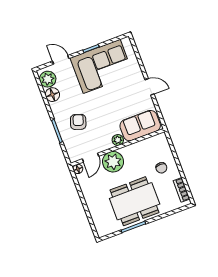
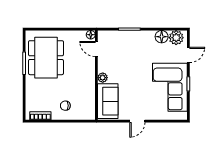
armchair: (78, 122) -> (130, 50), removed
plant: (113, 162) -> (86, 67), removed
dining table: (135, 201) -> (46, 58), moved

